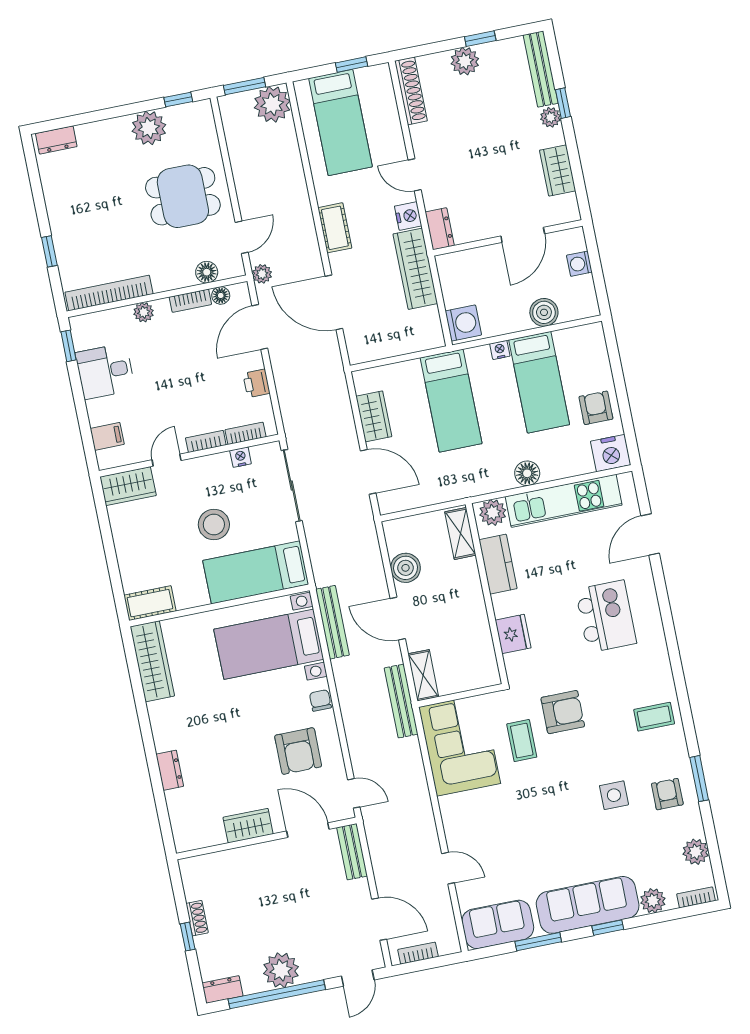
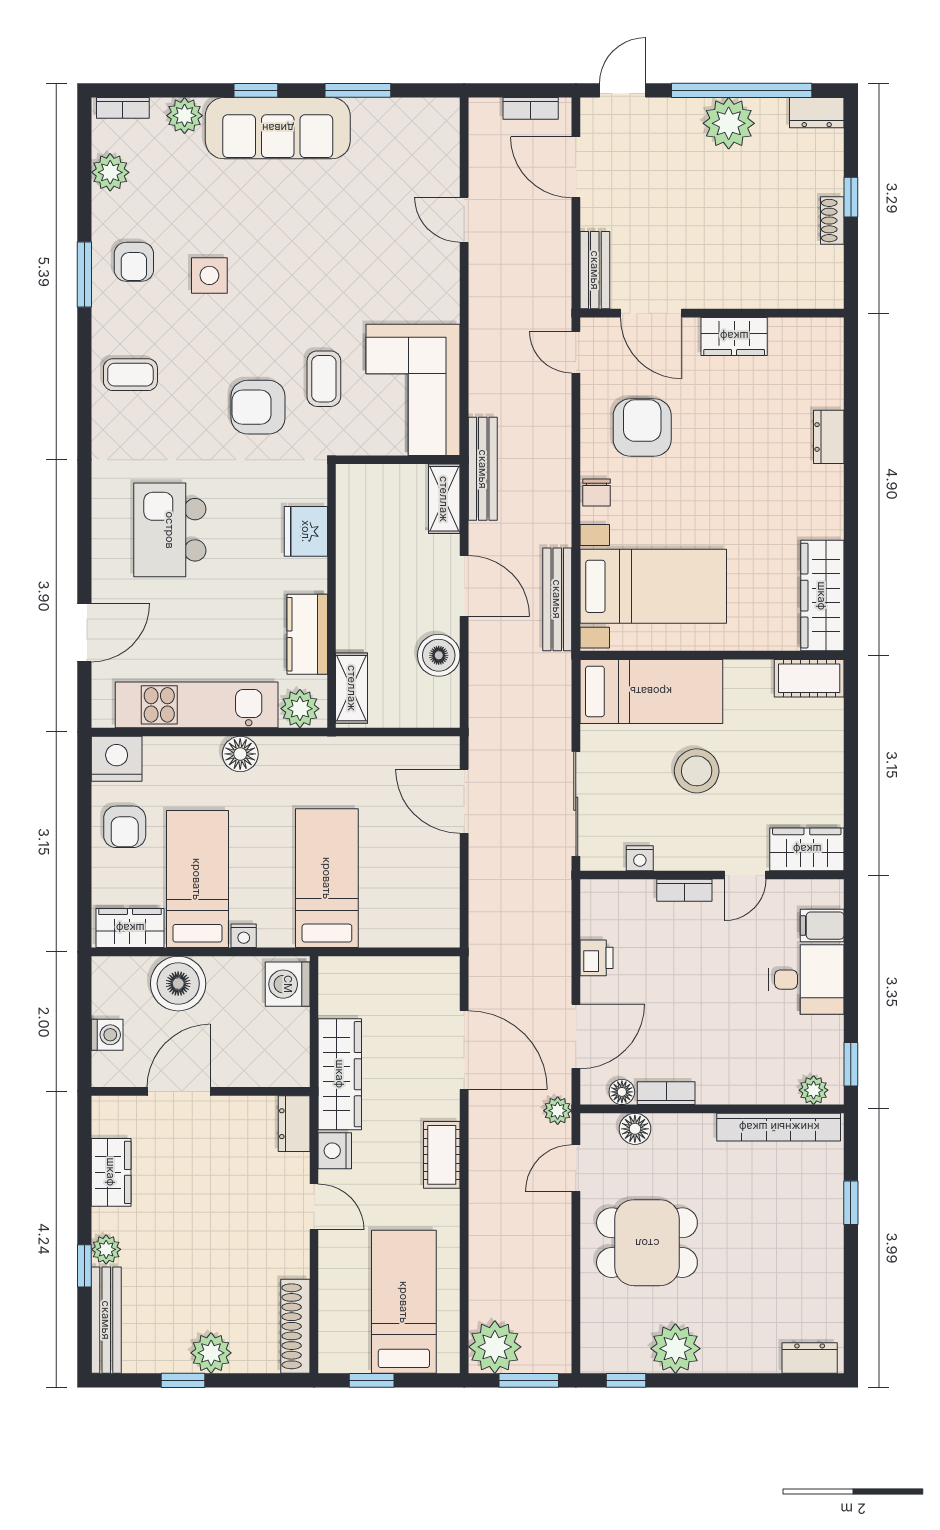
plant: (144, 312) -> (814, 1090), moved
boiler: (544, 312) -> (178, 984), width x1.37, depth x1.37
desk: (105, 371) -> (806, 980), moved
wardrobe: (374, 416) -> (130, 928), moved, turned 90
bookcase: (246, 433) -> (626, 890), removed
sofa: (498, 924) -> (410, 126), removed

